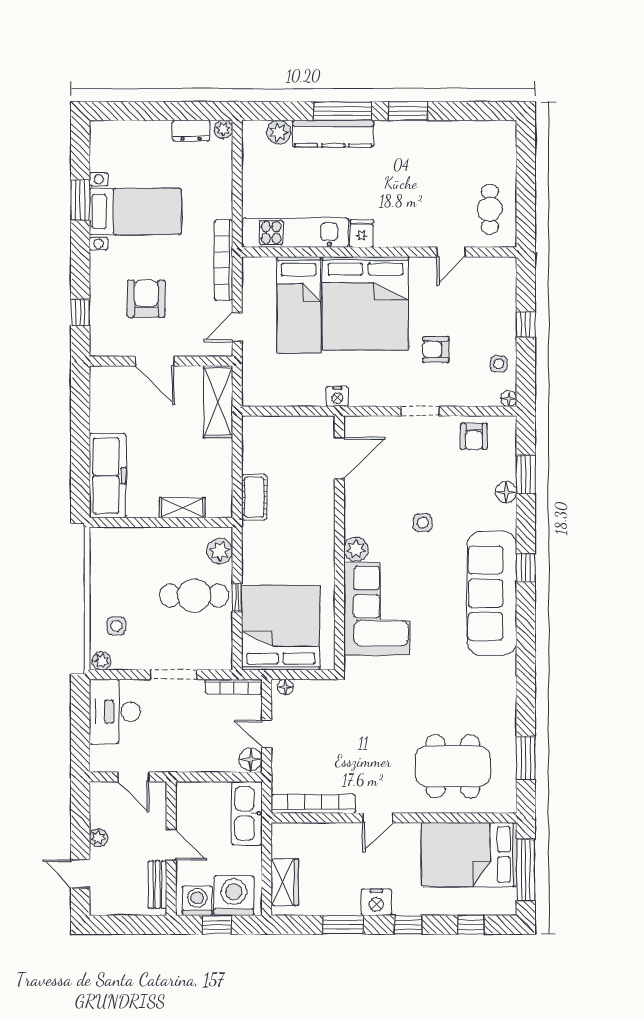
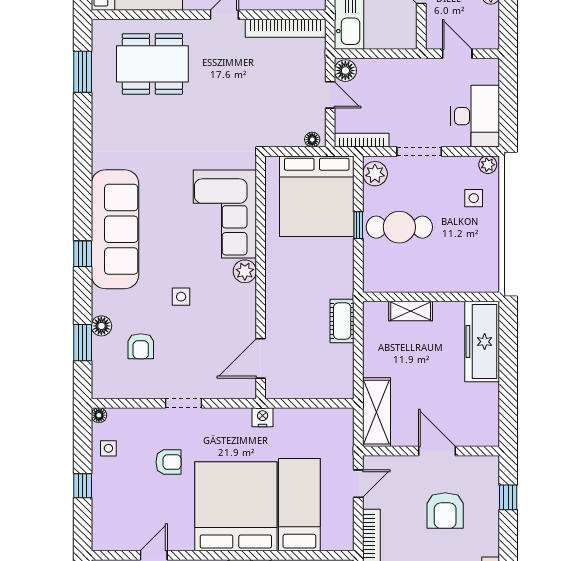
armchair: (474, 436) -> (141, 346), moved, turned 180
plant: (220, 551) -> (375, 174), moved

